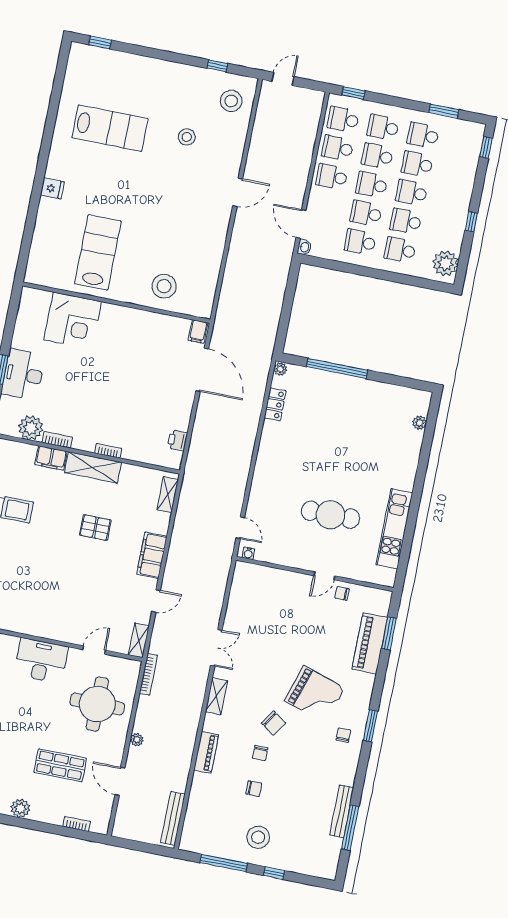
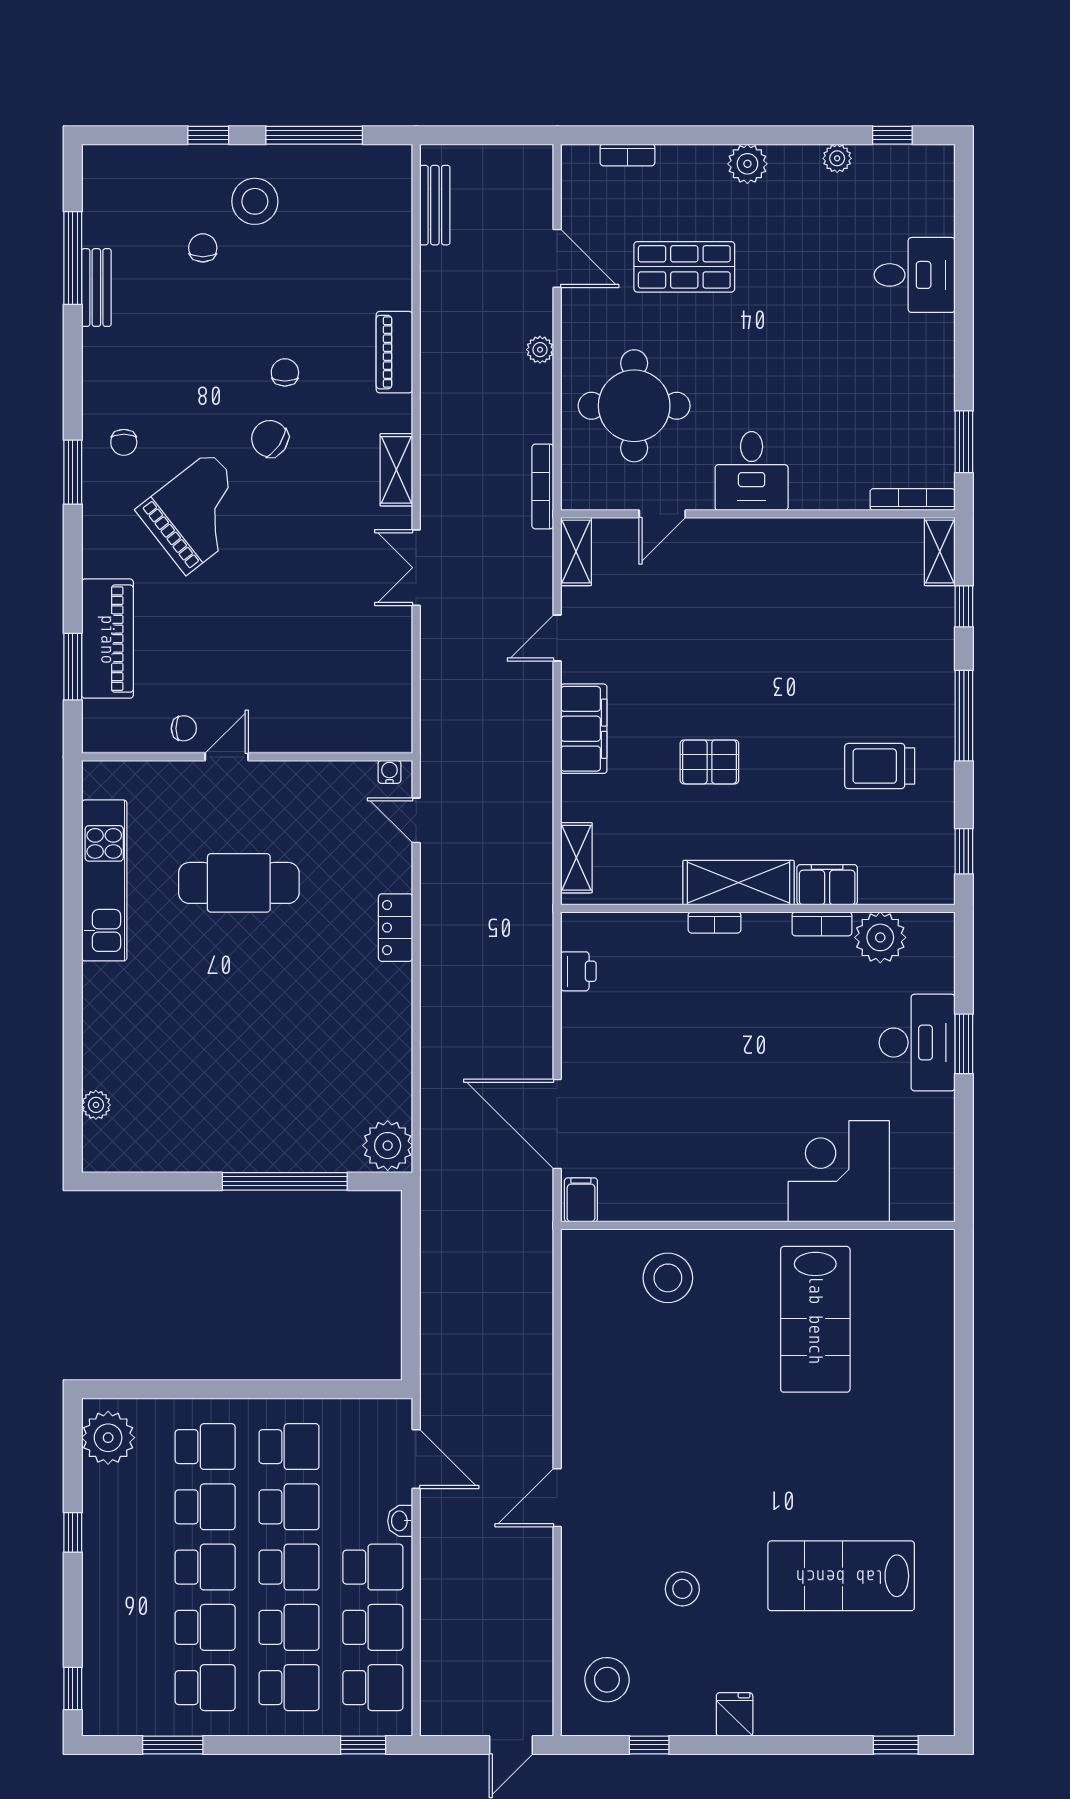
fridge: (52, 188) -> (735, 1714), moved, turned 90
washbasin: (304, 247) -> (400, 1521), moved
plant: (280, 369) -> (388, 1146), width x1.87, depth x1.87
locker: (275, 404) -> (396, 928), moved
desk: (41, 661) -> (752, 471), width x0.73
grand piano: (315, 694) -> (198, 513), turned 124
chair: (254, 789) -> (203, 248), moved, turned 90
bench: (342, 811) -> (96, 288), width x0.73
bench: (173, 818) -> (435, 205), width x0.73

